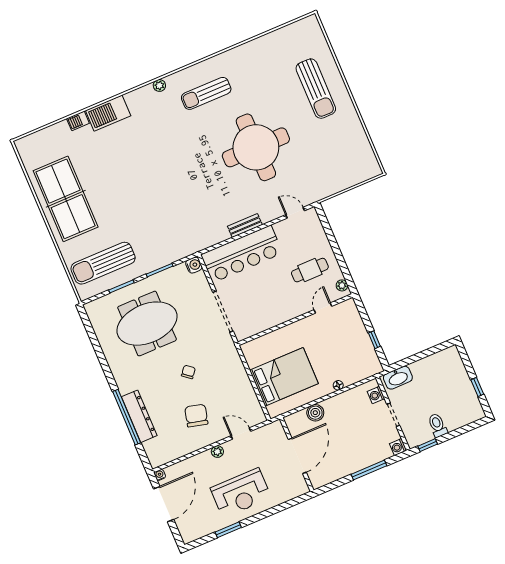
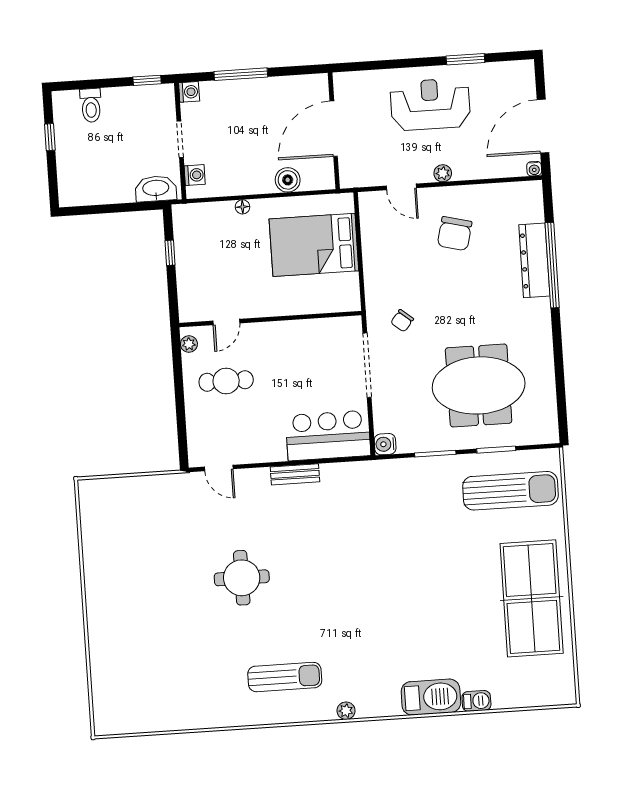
sun lounger: (316, 89) -> (130, 631), removed
round table: (256, 147) -> (242, 578), width x0.54, depth x0.54
bar counter: (242, 254) -> (328, 435), width x0.73
chair: (188, 372) -> (402, 321), moved
toilet: (437, 425) -> (91, 105), moved

